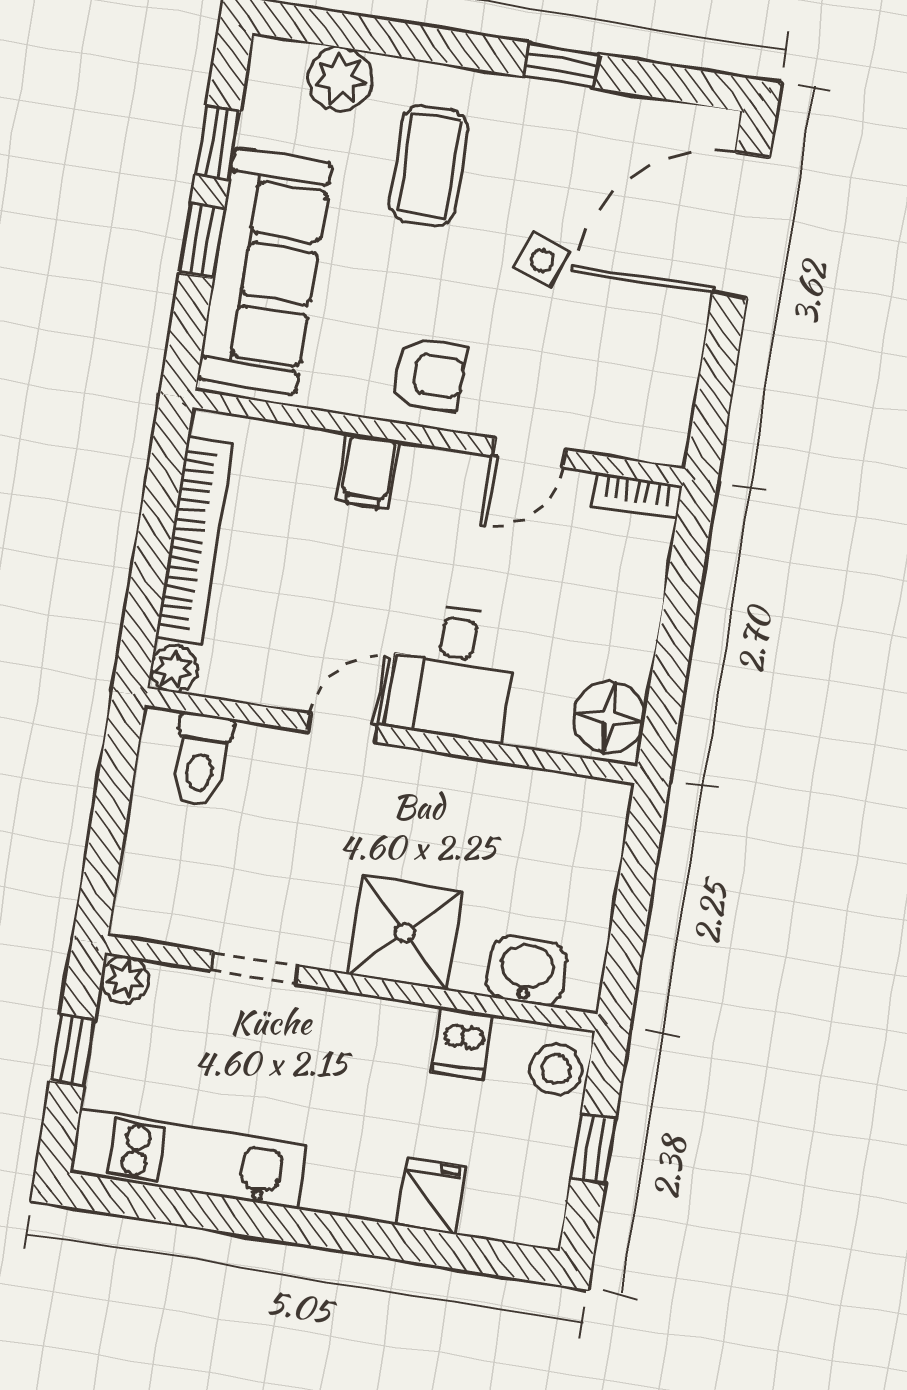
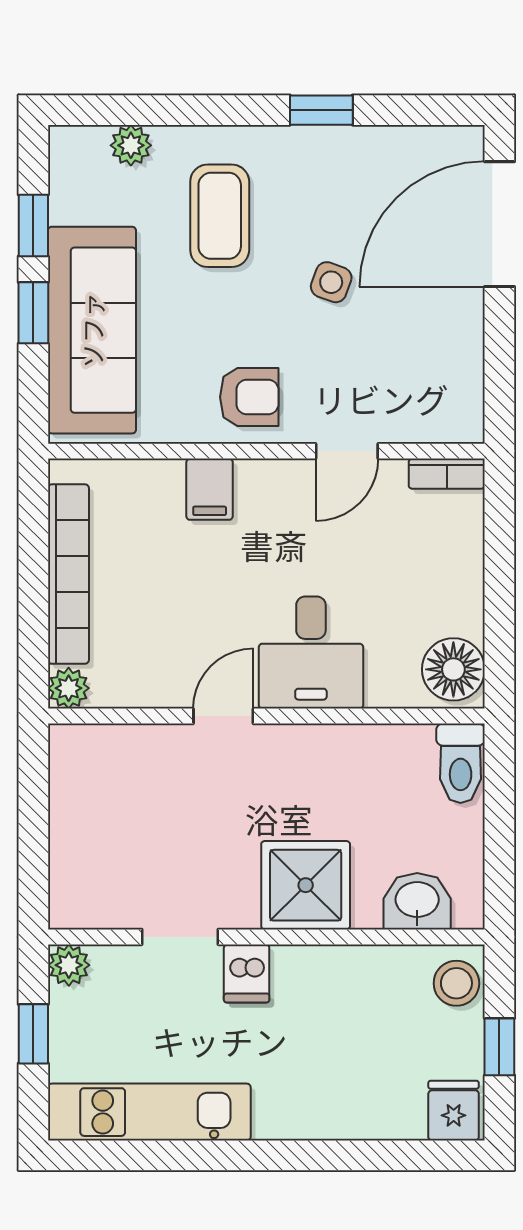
plant: (340, 79) -> (131, 145), width x0.73, depth x0.73
toilet: (201, 760) -> (461, 763), moved
dishwasher: (462, 1043) -> (247, 973), moved
fridge: (431, 1196) -> (454, 1111), moved

